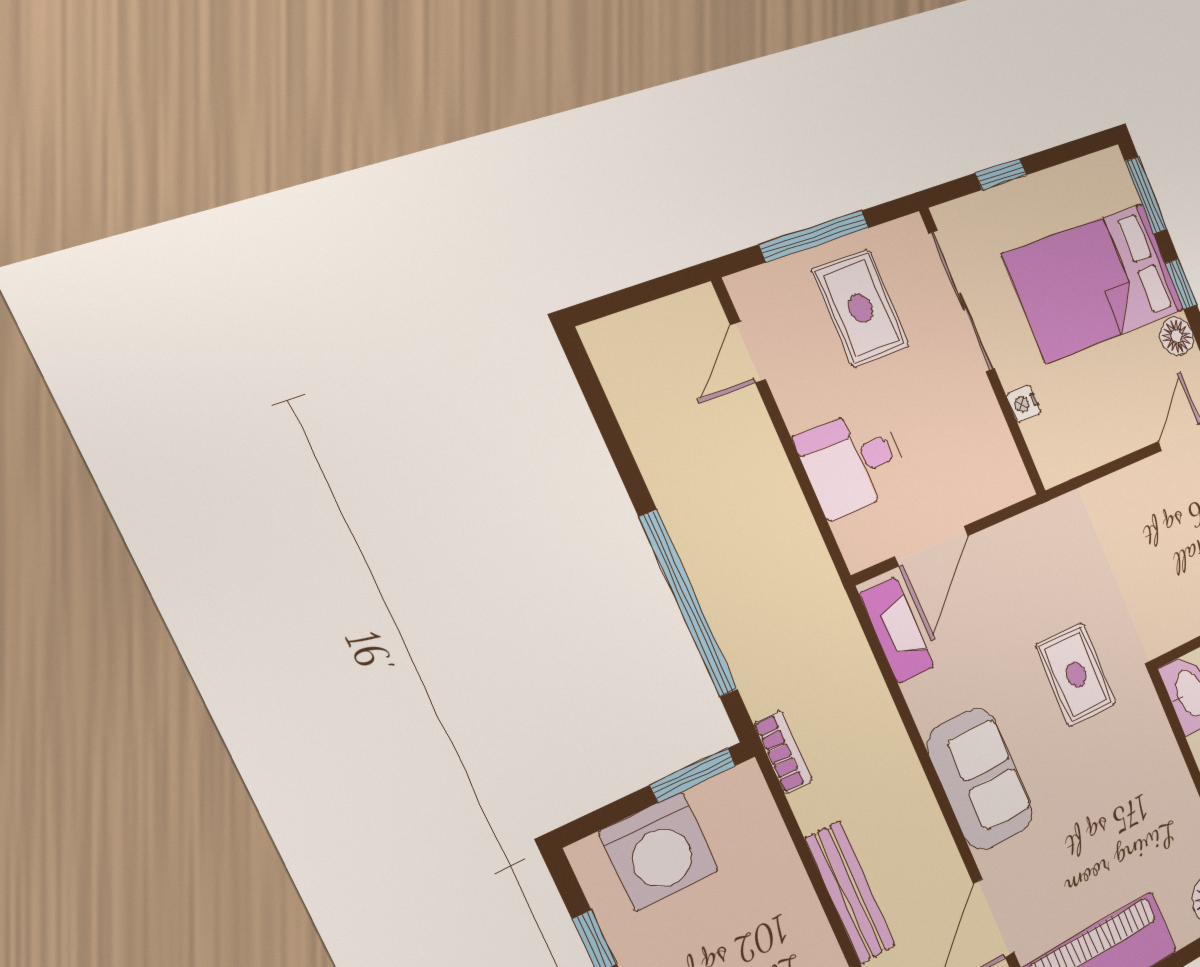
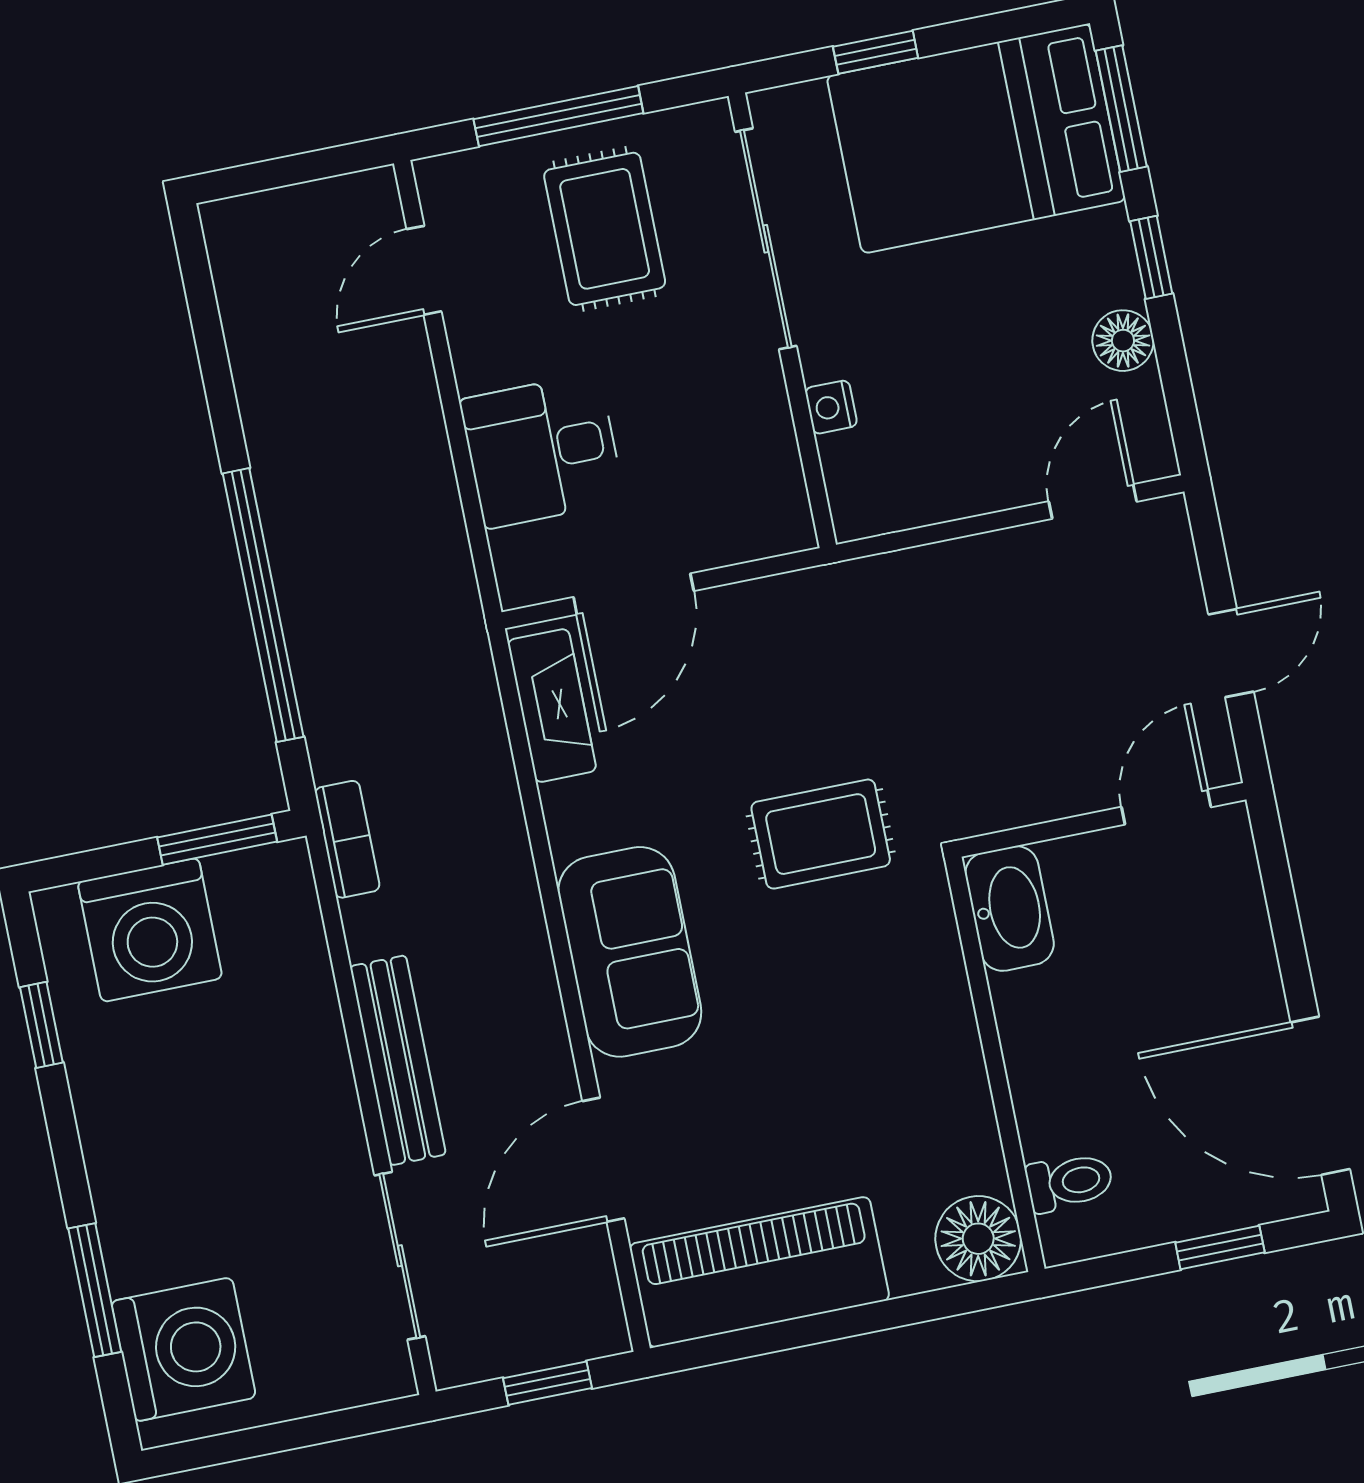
bed: (1094, 283) -> (976, 138), moved
rug: (1076, 675) -> (821, 834), turned 90

